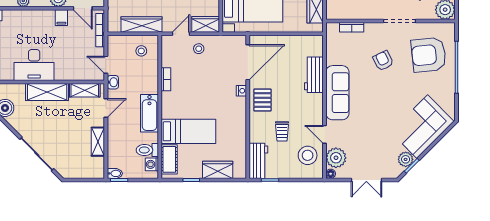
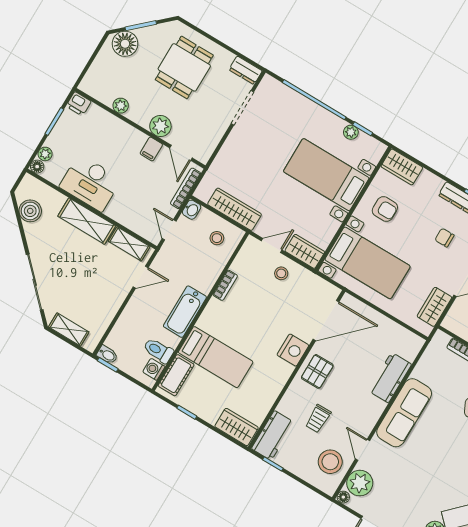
washbasin: (113, 82) -> (192, 210), moved
nightstand: (241, 91) -> (293, 350), width x1.89, depth x1.79
shelving: (98, 142) -> (69, 329), moved, turned 90
wardrobe: (218, 170) -> (236, 427), moved

